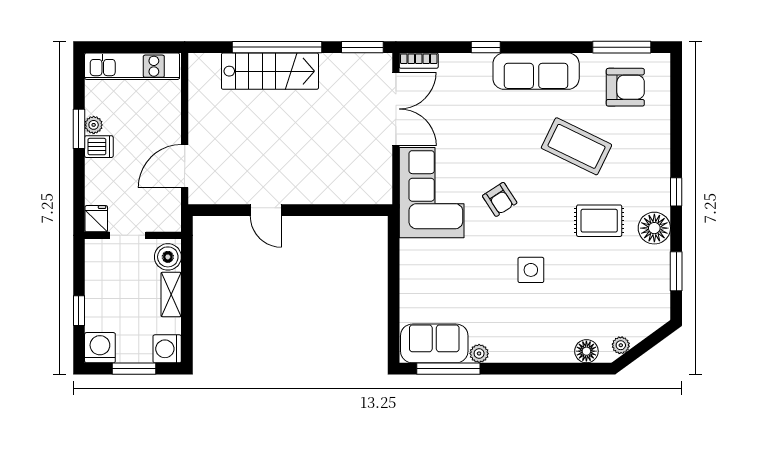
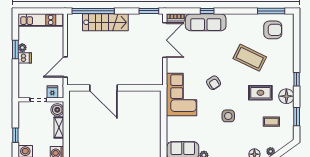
window: (277, 47) -> (93, 11), moved
sofa: (536, 71) -> (206, 22), moved
corner sofa: (432, 193) -> (182, 94), moved
door: (266, 210) -> (103, 88), width x1.87
fridge: (96, 219) -> (52, 92), moved
coffee table: (622, 282) -> (271, 122), added

